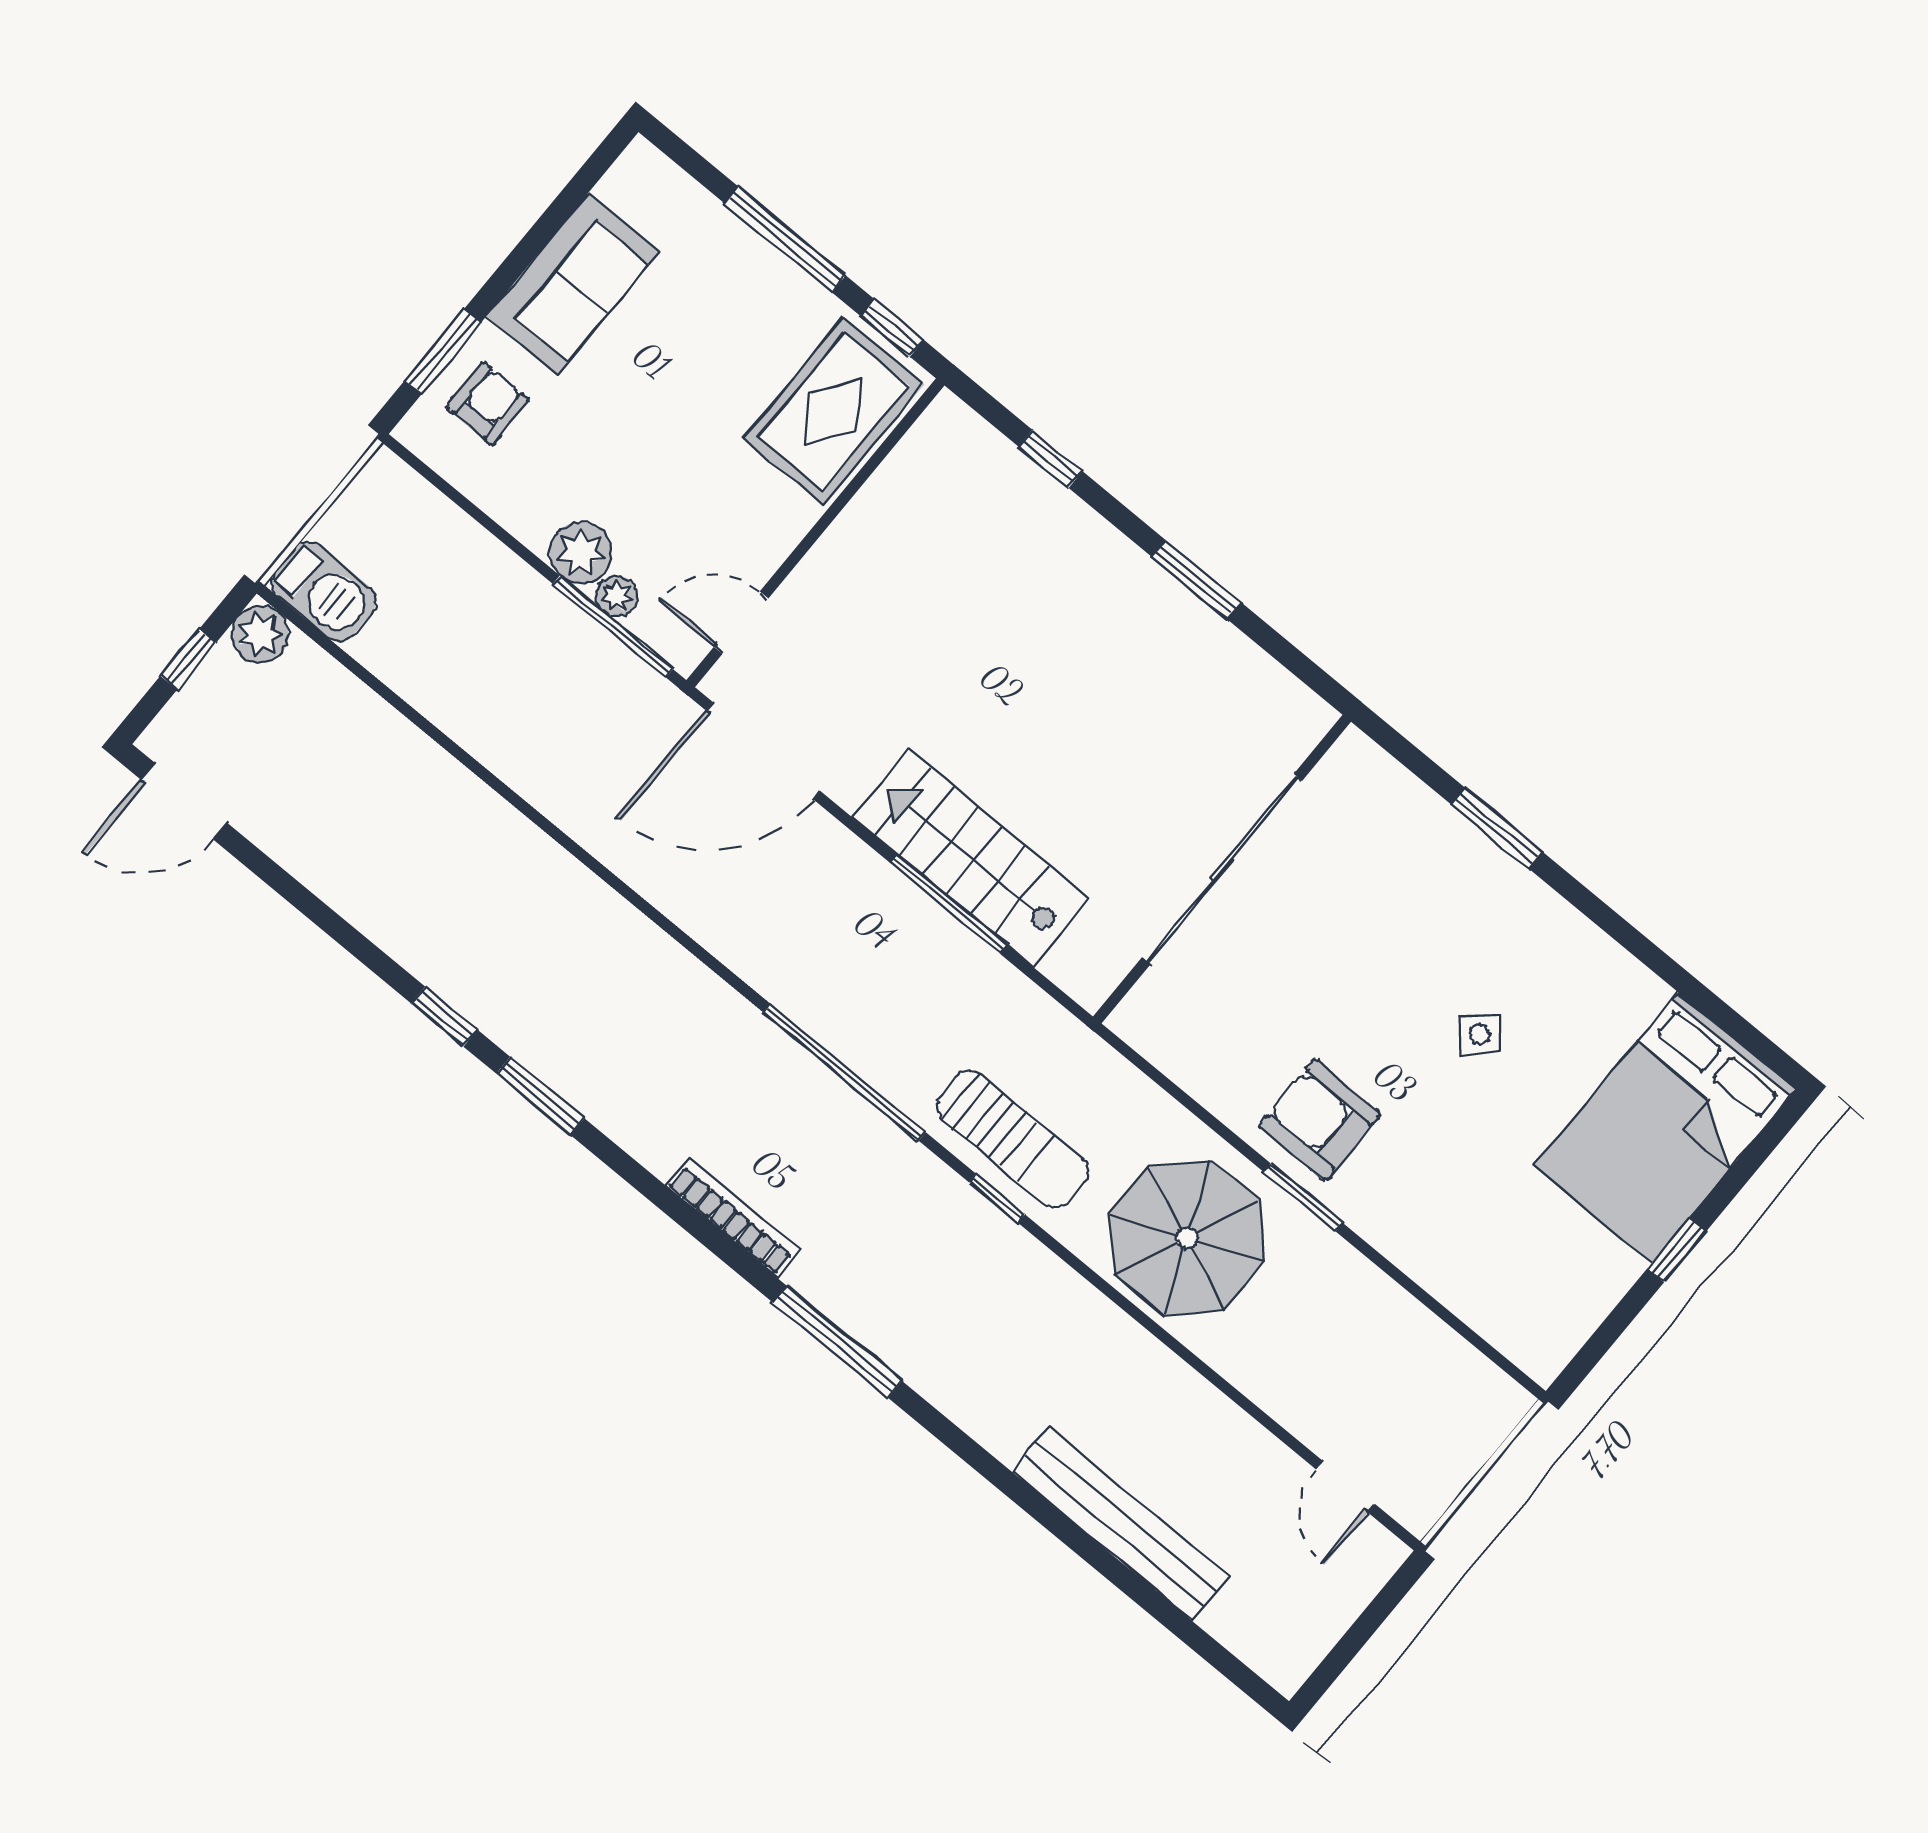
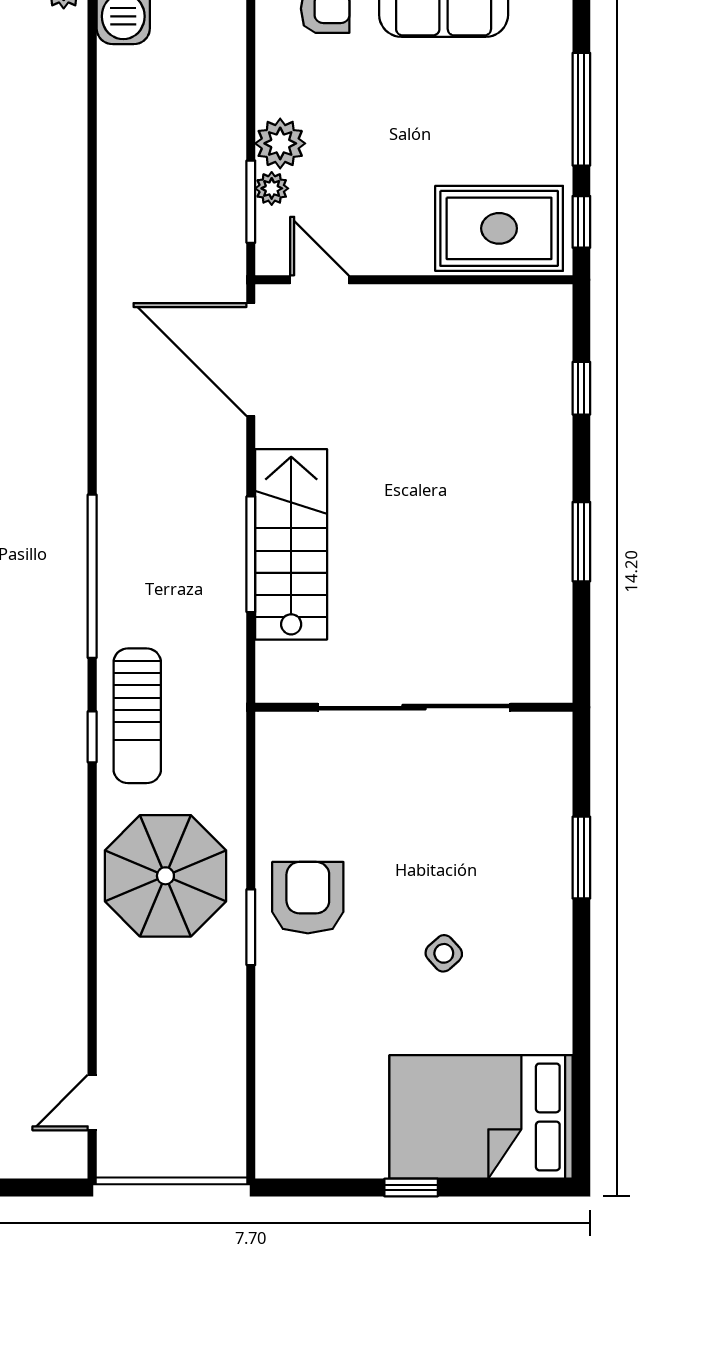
window: (613, 626) -> (251, 202), width x0.69

